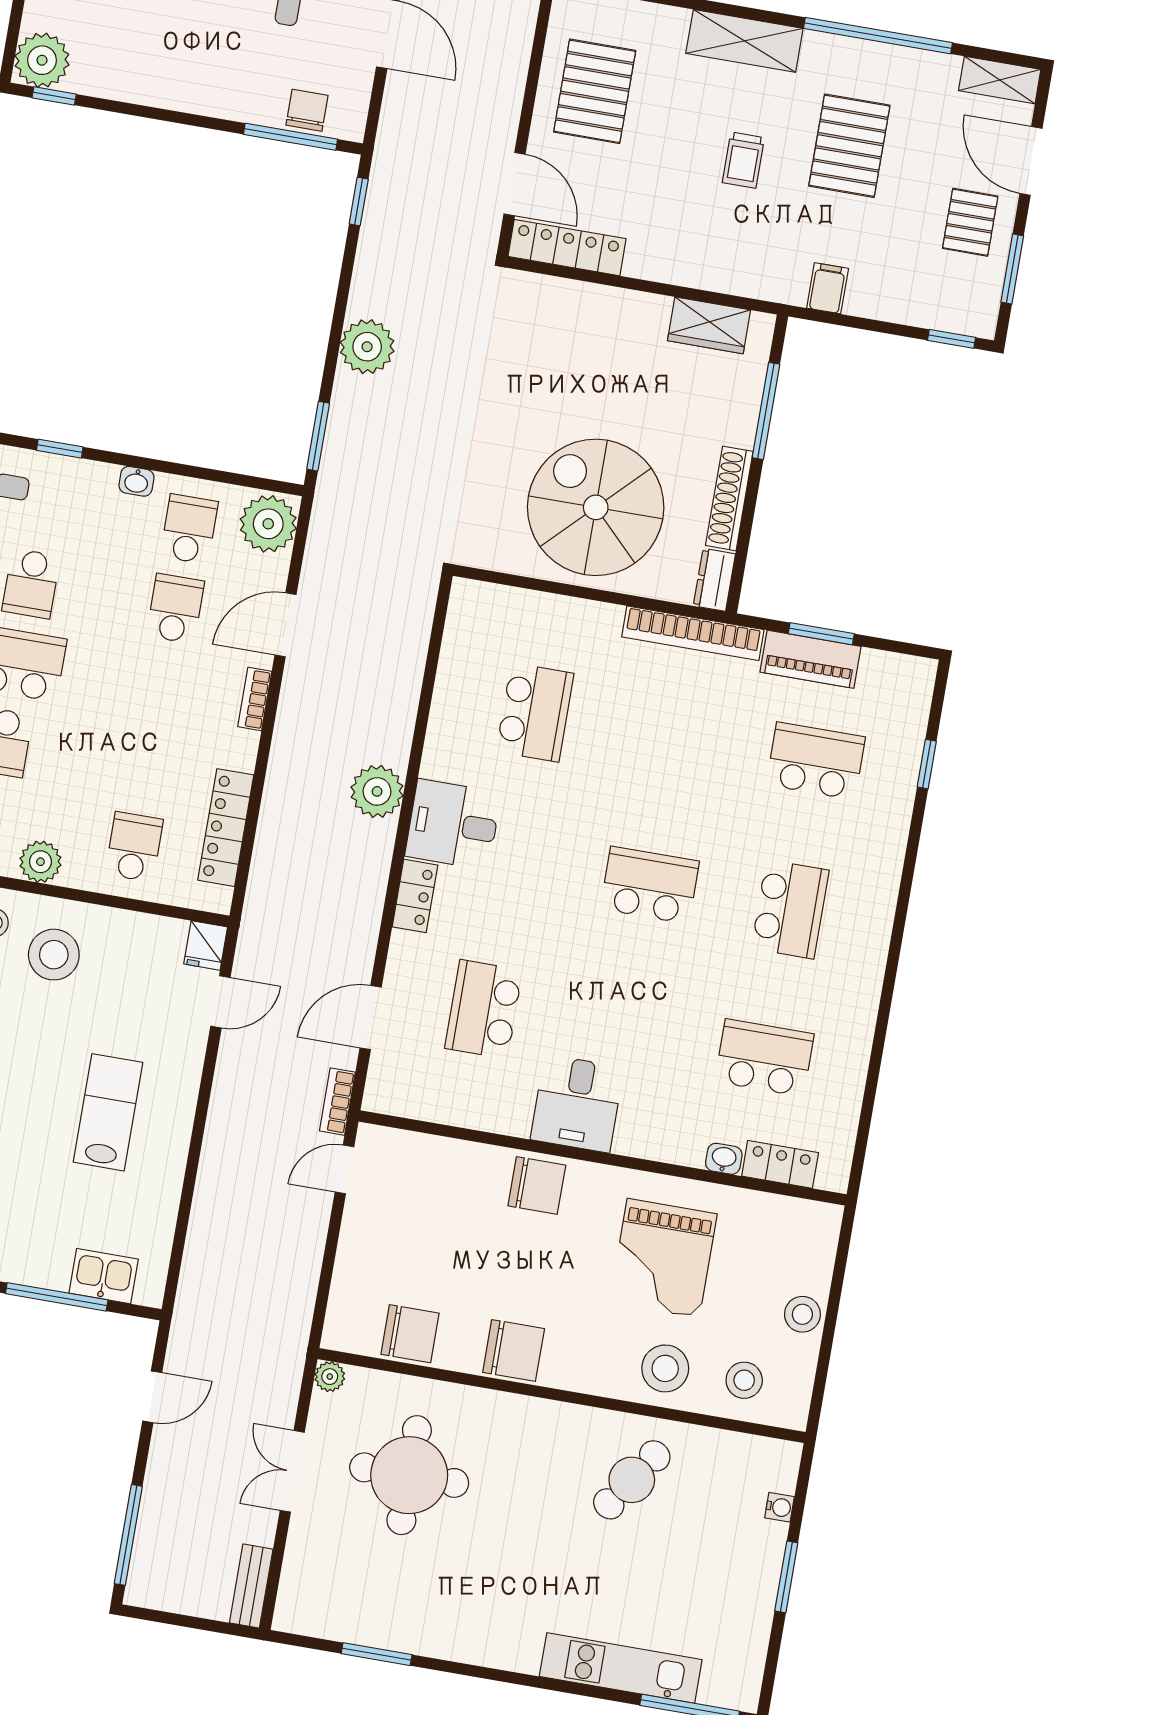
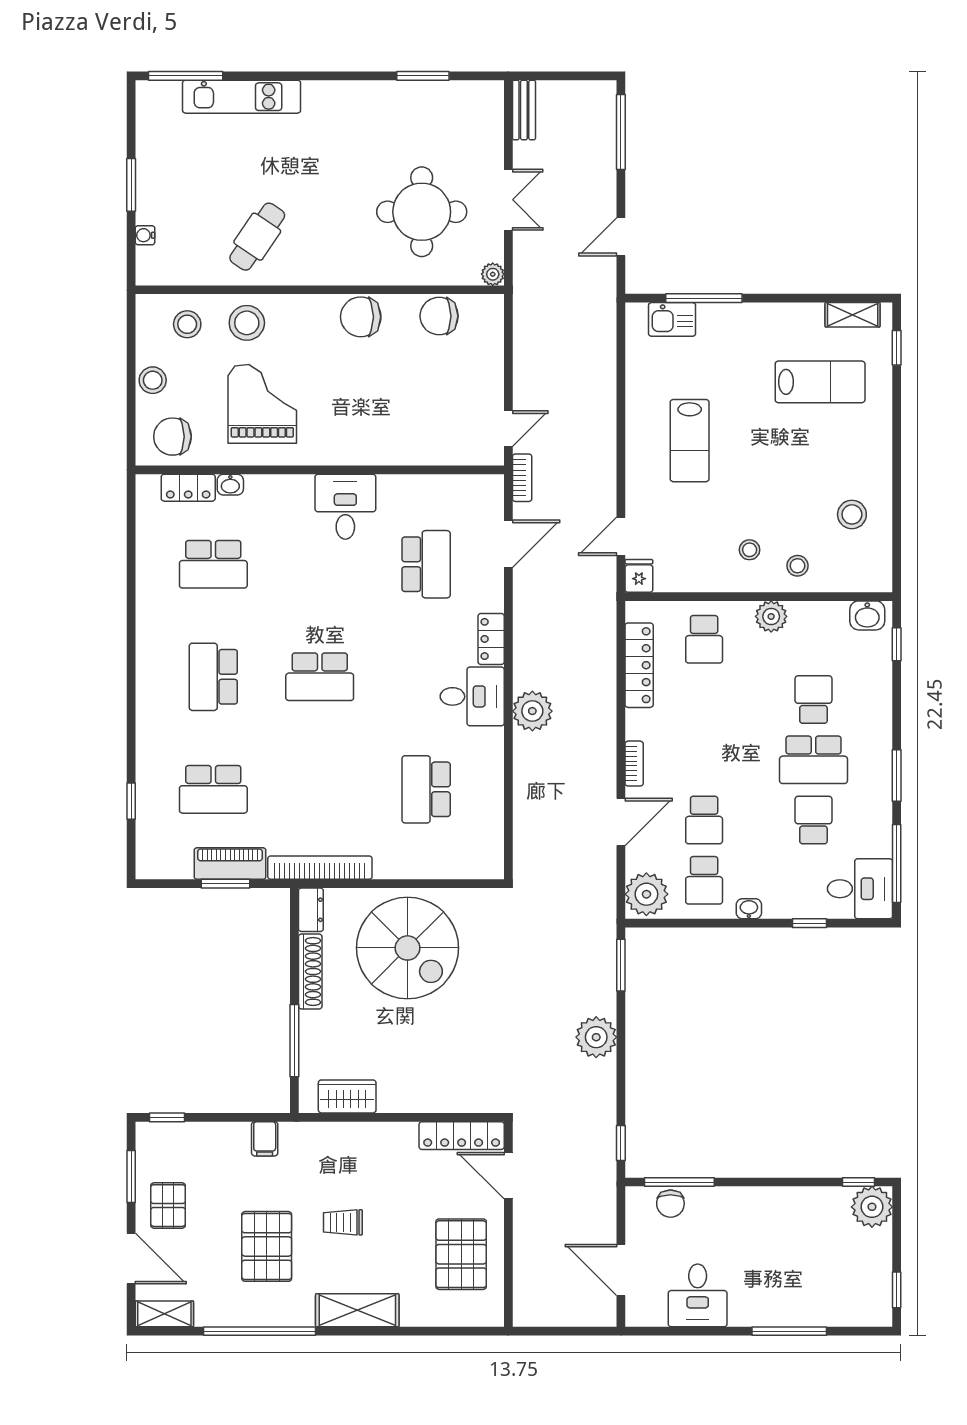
trolley: (743, 160) -> (343, 1222), turned -90
stool: (54, 955) -> (750, 550), width x0.53, depth x0.53
chair: (537, 1186) -> (172, 437), moved

